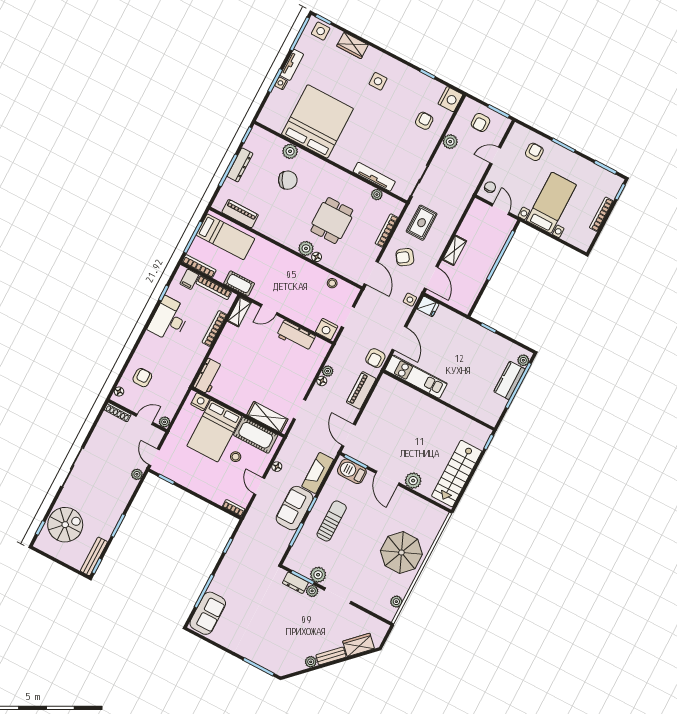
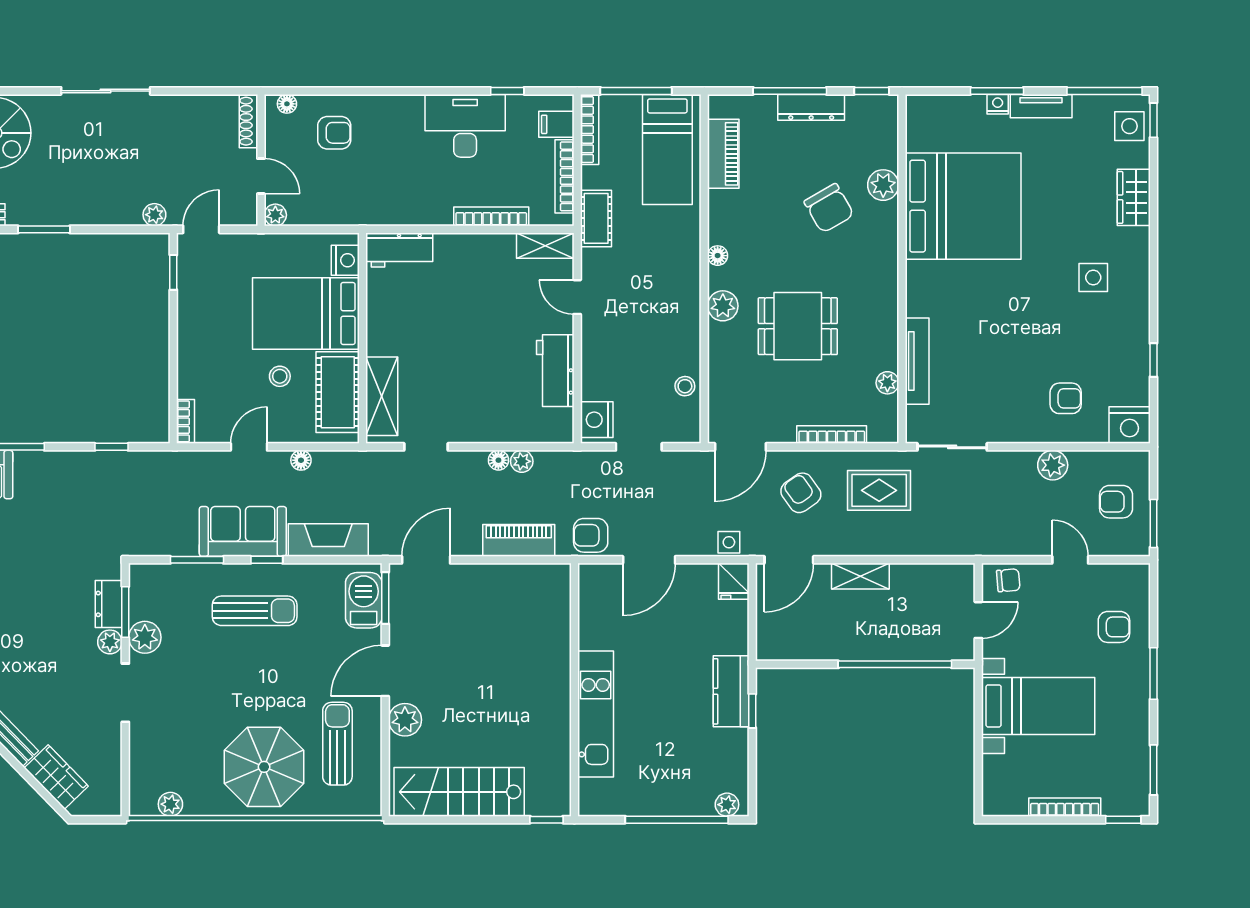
floor lamp: (317, 257) -> (718, 256), moved
kitchen unit: (416, 377) -> (596, 714), moved
kitchen counter: (509, 380) -> (731, 691), moved, turned -90
sun lounger: (408, 515) -> (337, 744), added

